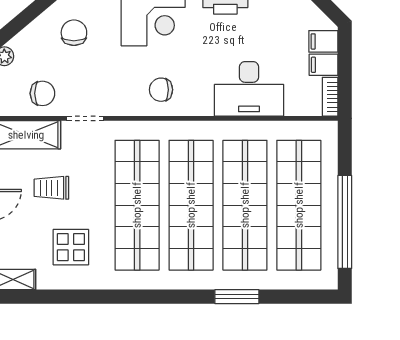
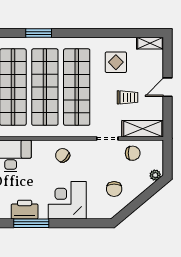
chair: (161, 90) -> (63, 155), turned -138
chair: (42, 93) -> (133, 153), turned 180
window: (237, 297) -> (39, 33), moved

